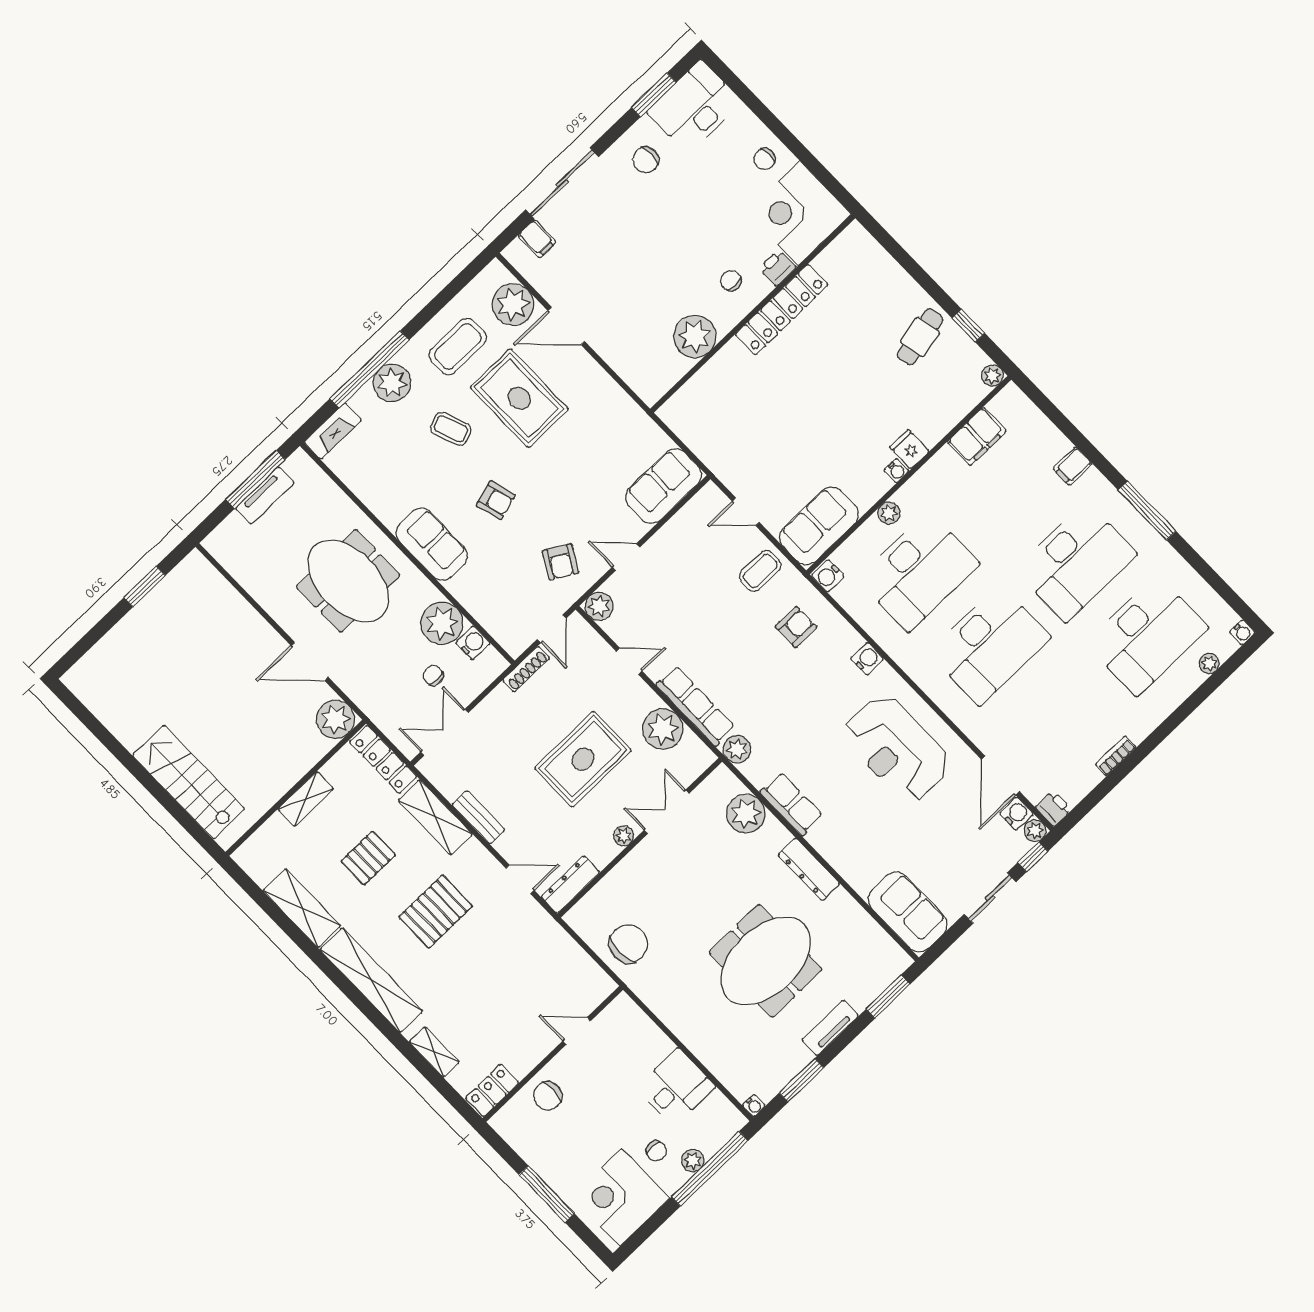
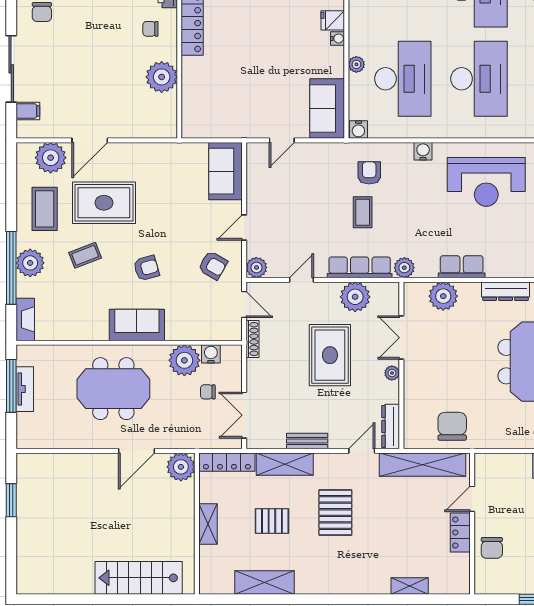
coffee table: (760, 571) -> (363, 212), moved
pallet: (368, 858) -> (272, 521), turned 90
shelving: (371, 980) -> (423, 465), moved
locker: (492, 1090) -> (460, 532), moved

